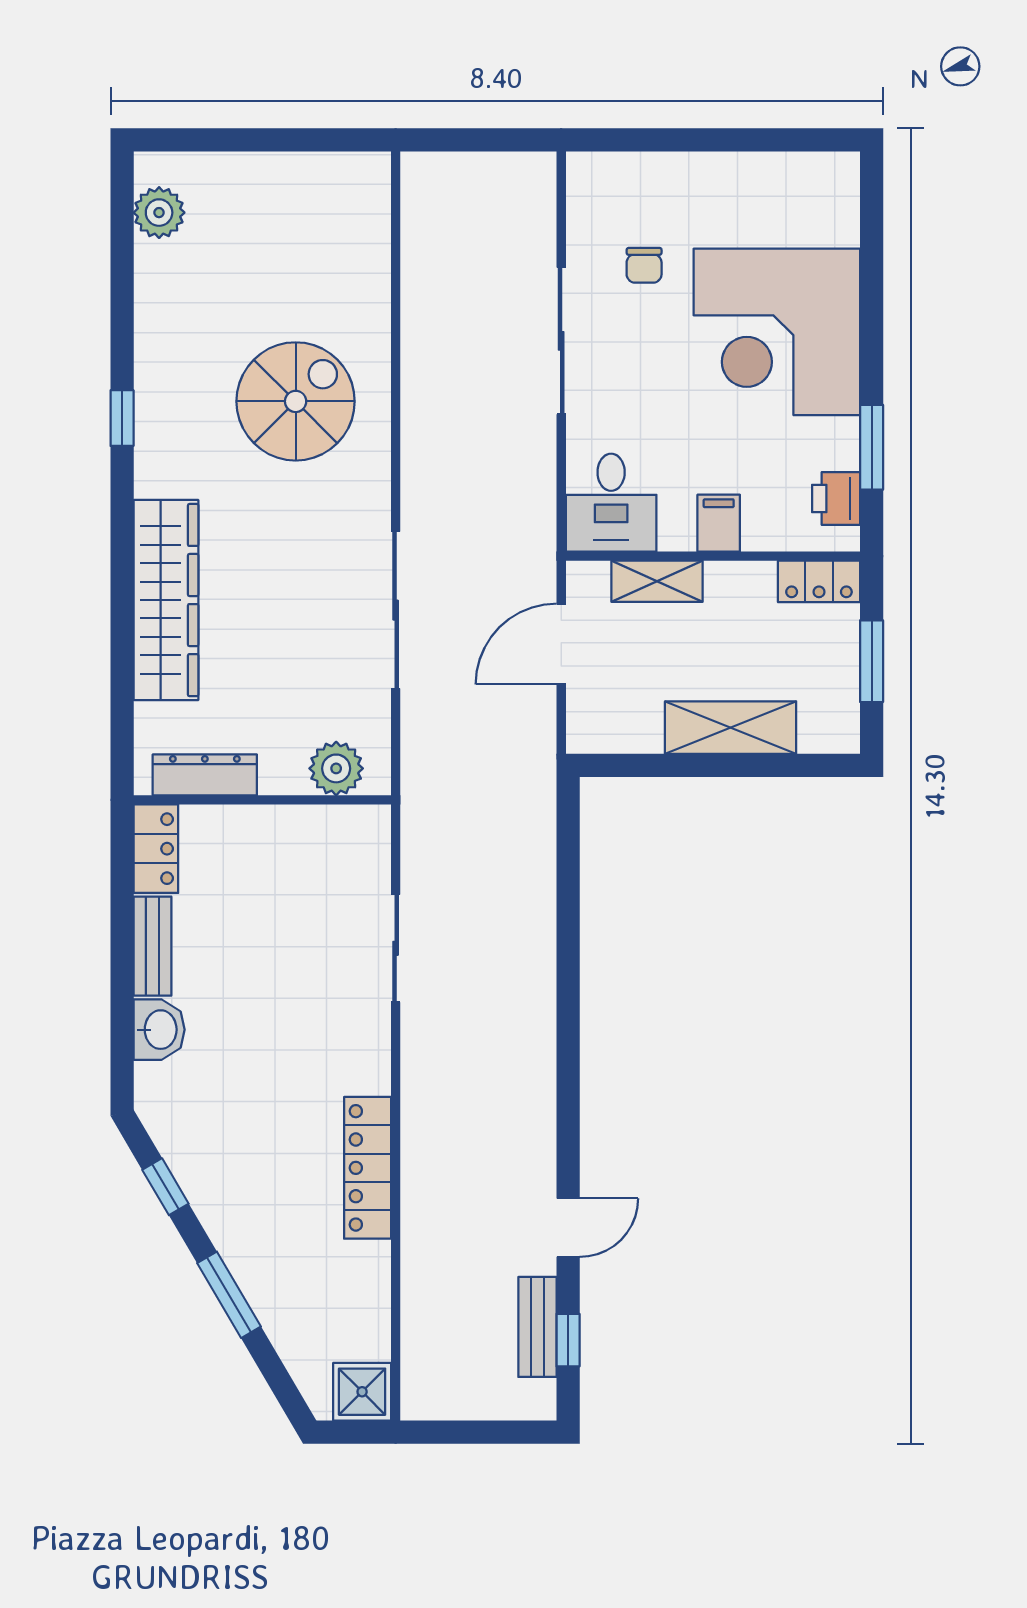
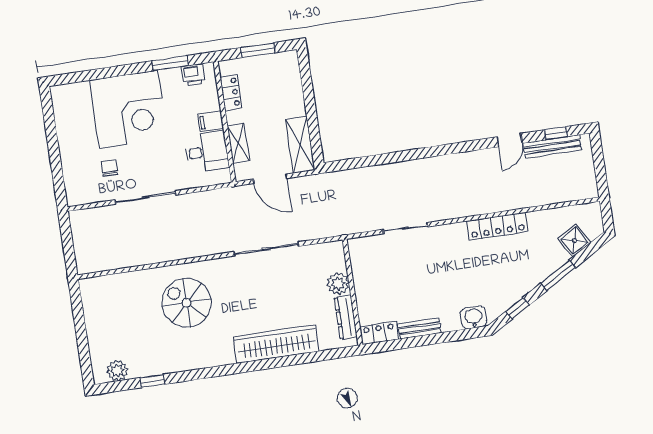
chair: (644, 265) -> (109, 168), turned -90
window: (122, 418) -> (152, 381), moved
desk: (611, 503) -> (207, 152), moved
locker: (819, 581) -> (231, 92), moved
shelving: (731, 728) -> (300, 145), moved
plant: (336, 768) -> (338, 284), moved
washbasin: (159, 1030) -> (474, 317), moved
door: (568, 1228) -> (510, 140), swing flipped
bench: (537, 1327) -> (552, 147), width x1.36
shower: (362, 1392) -> (574, 241), moved, turned -30

